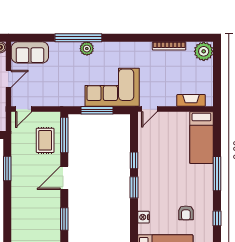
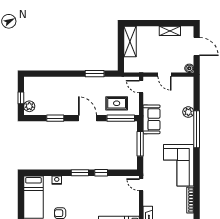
plant: (87, 49) -> (188, 112), moved
sofa: (30, 52) -> (151, 119), moved, turned 180
corner sofa: (112, 87) -> (179, 165), moved, turned 180

